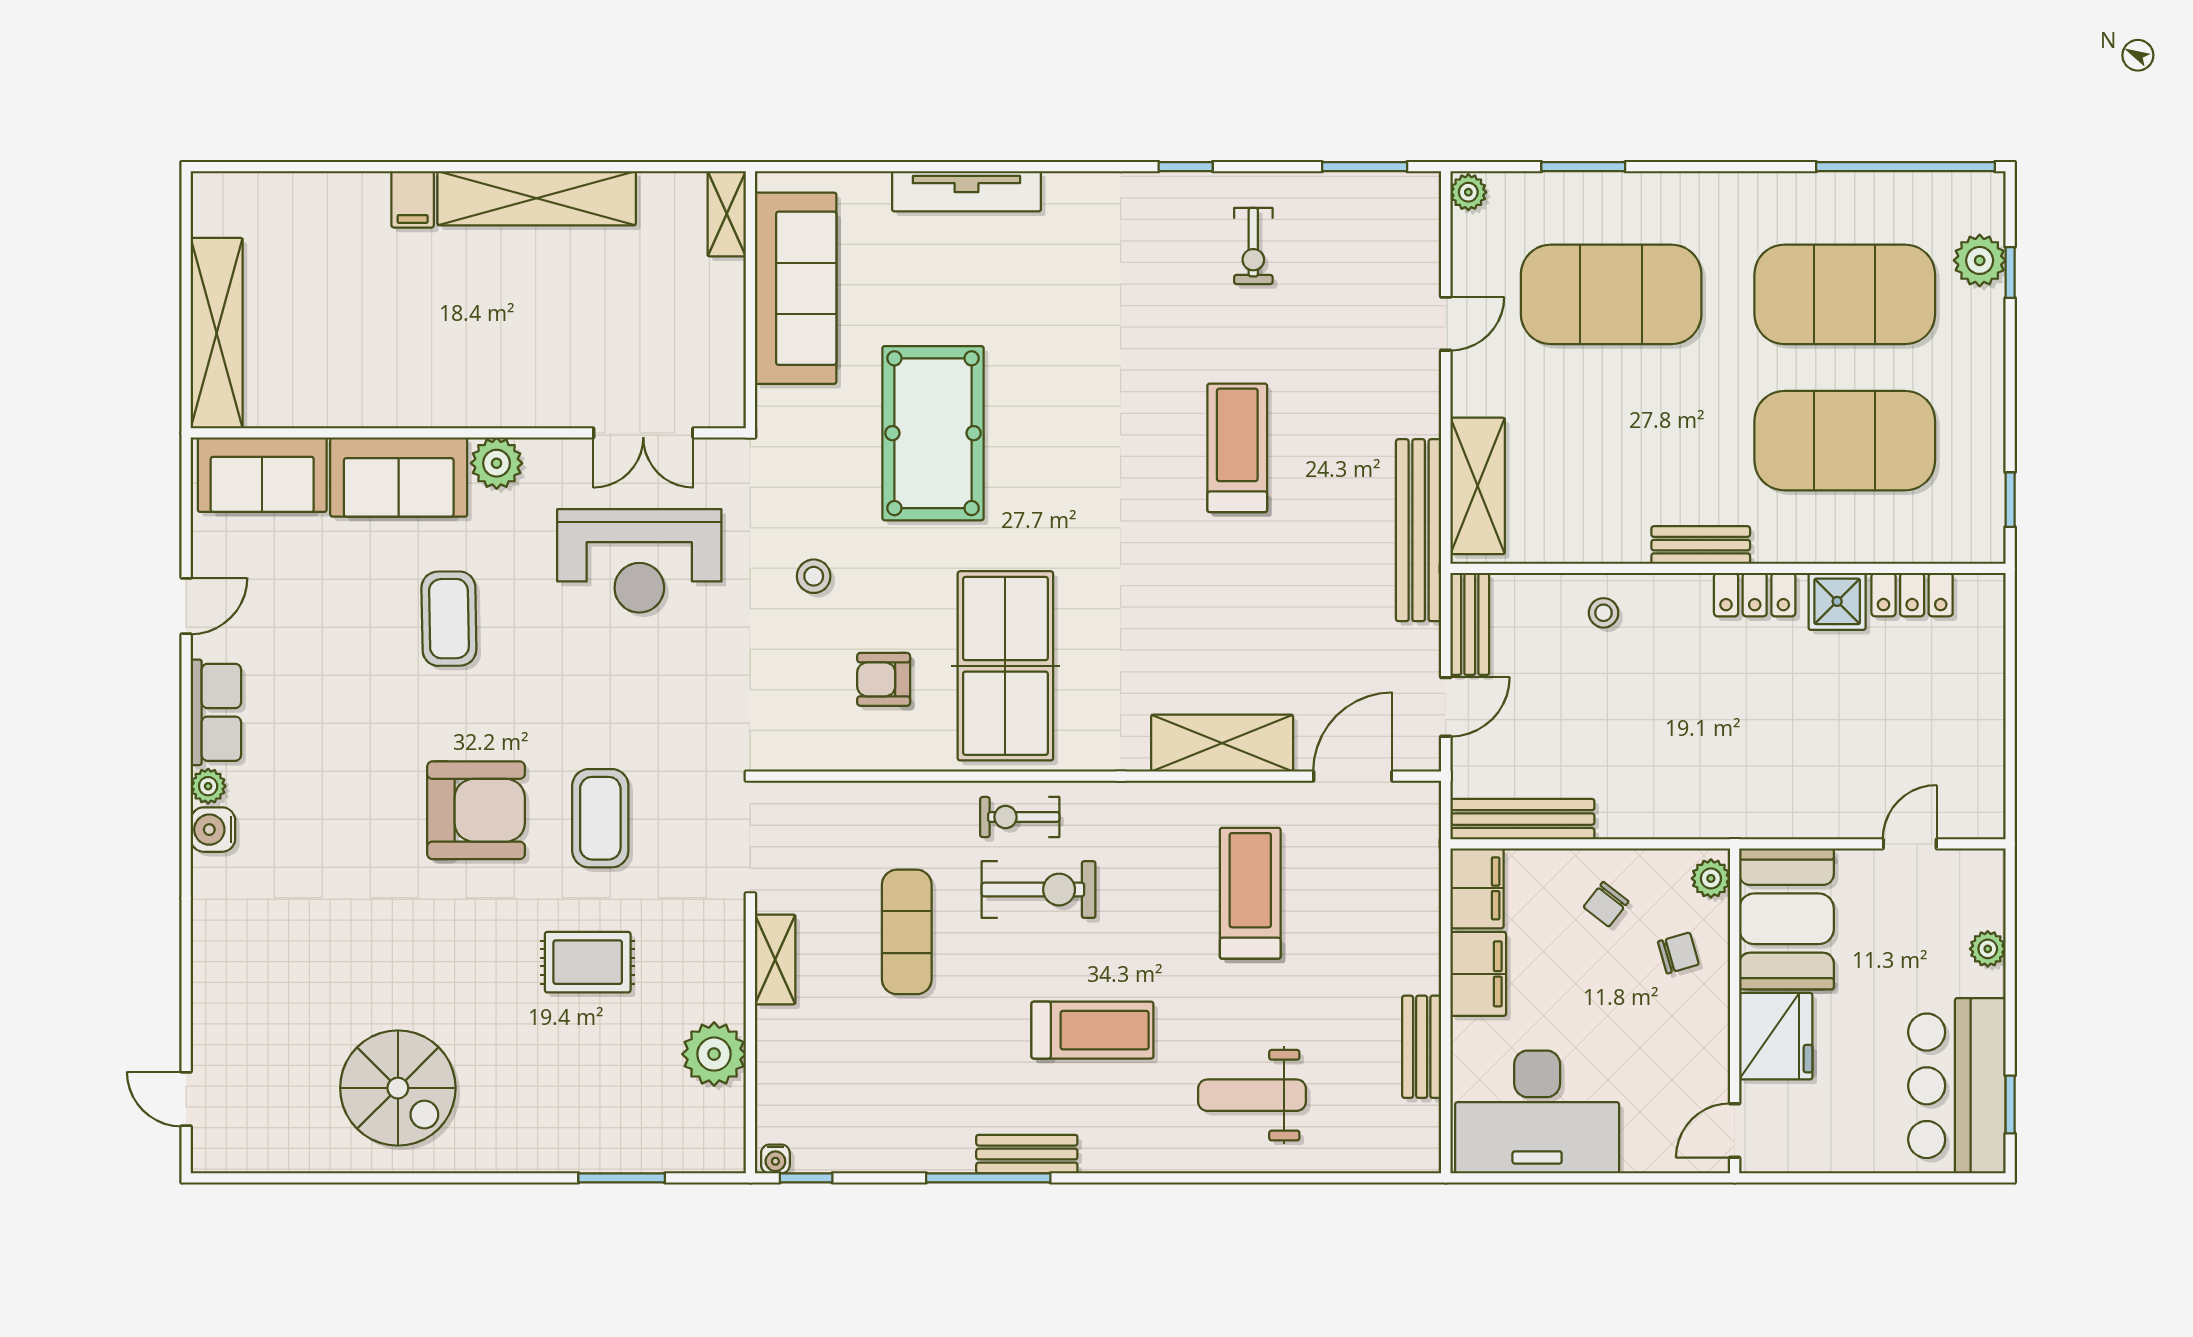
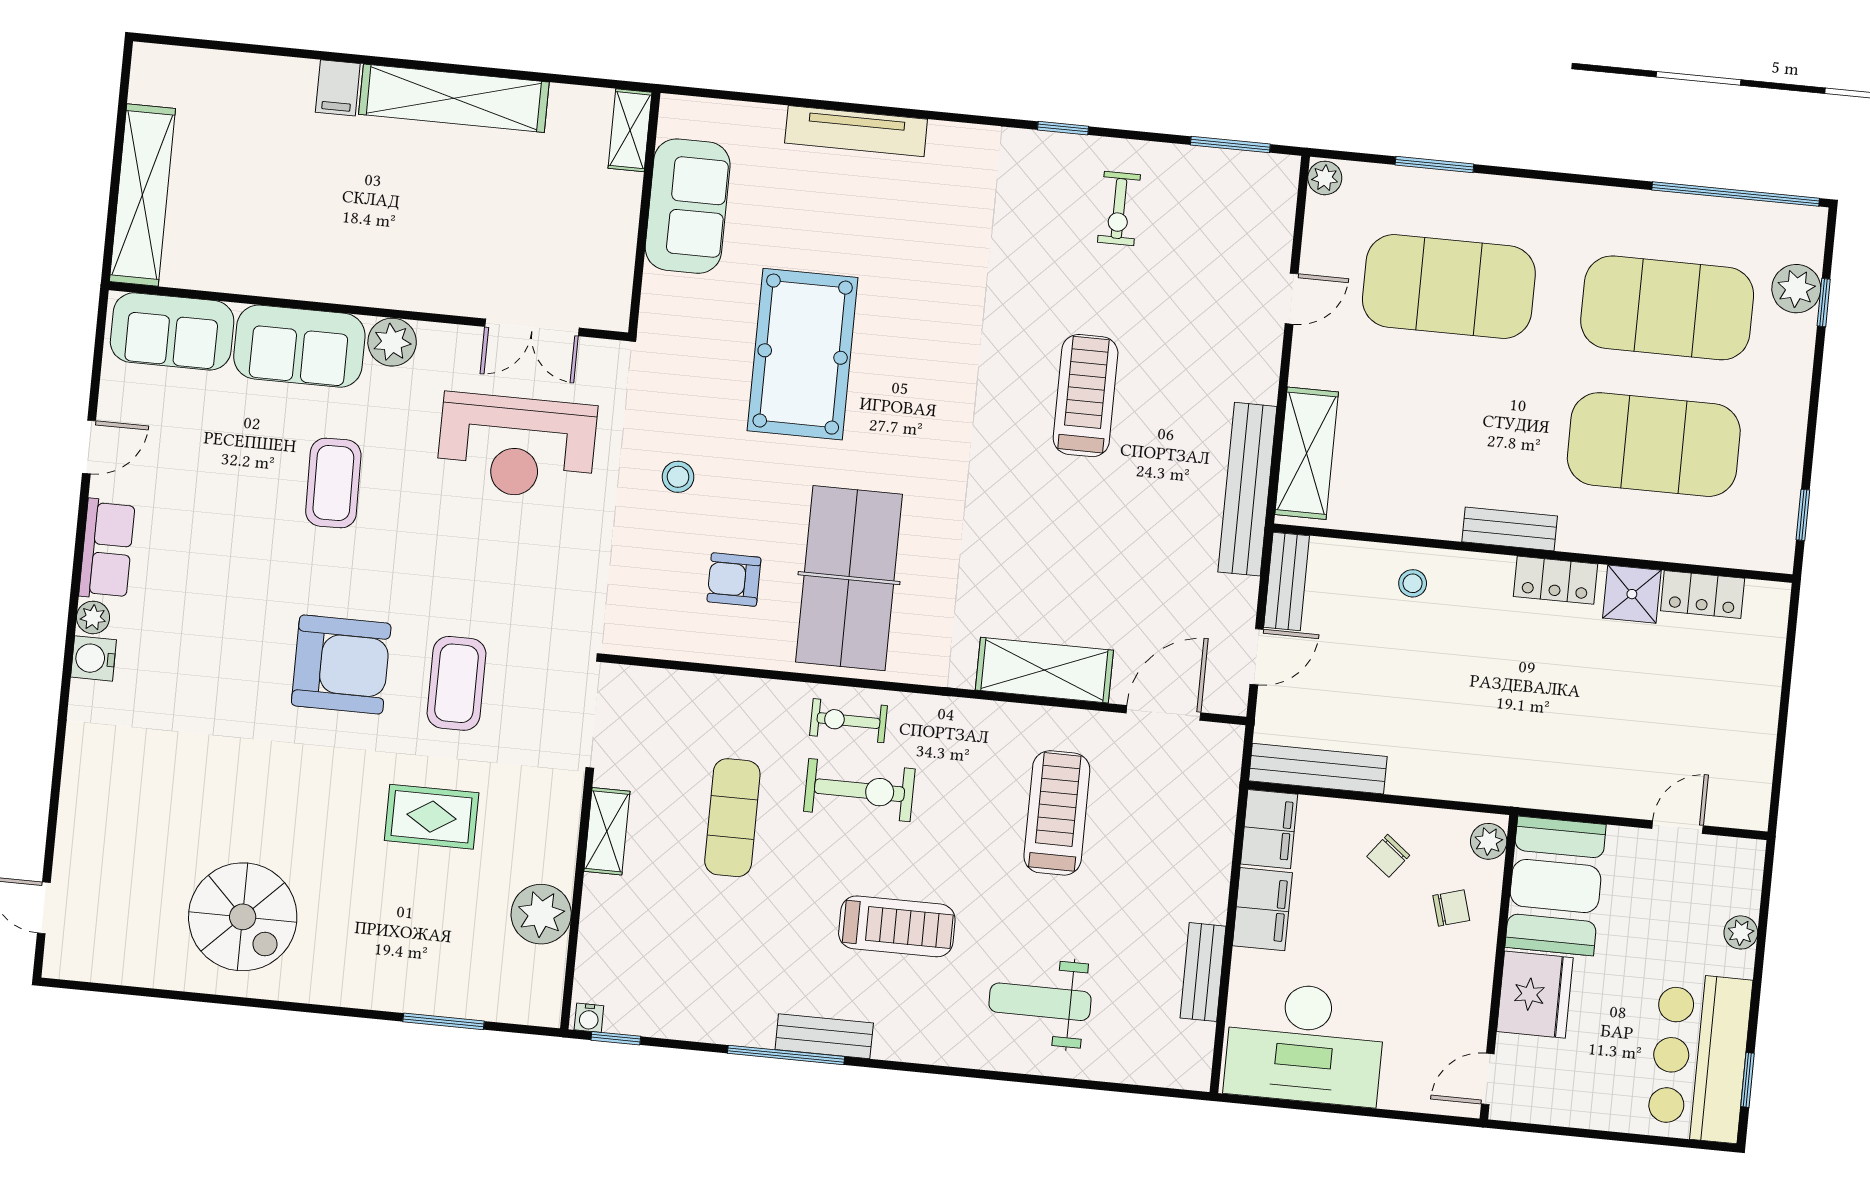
sofa: (796, 288) -> (688, 206), width x0.73

